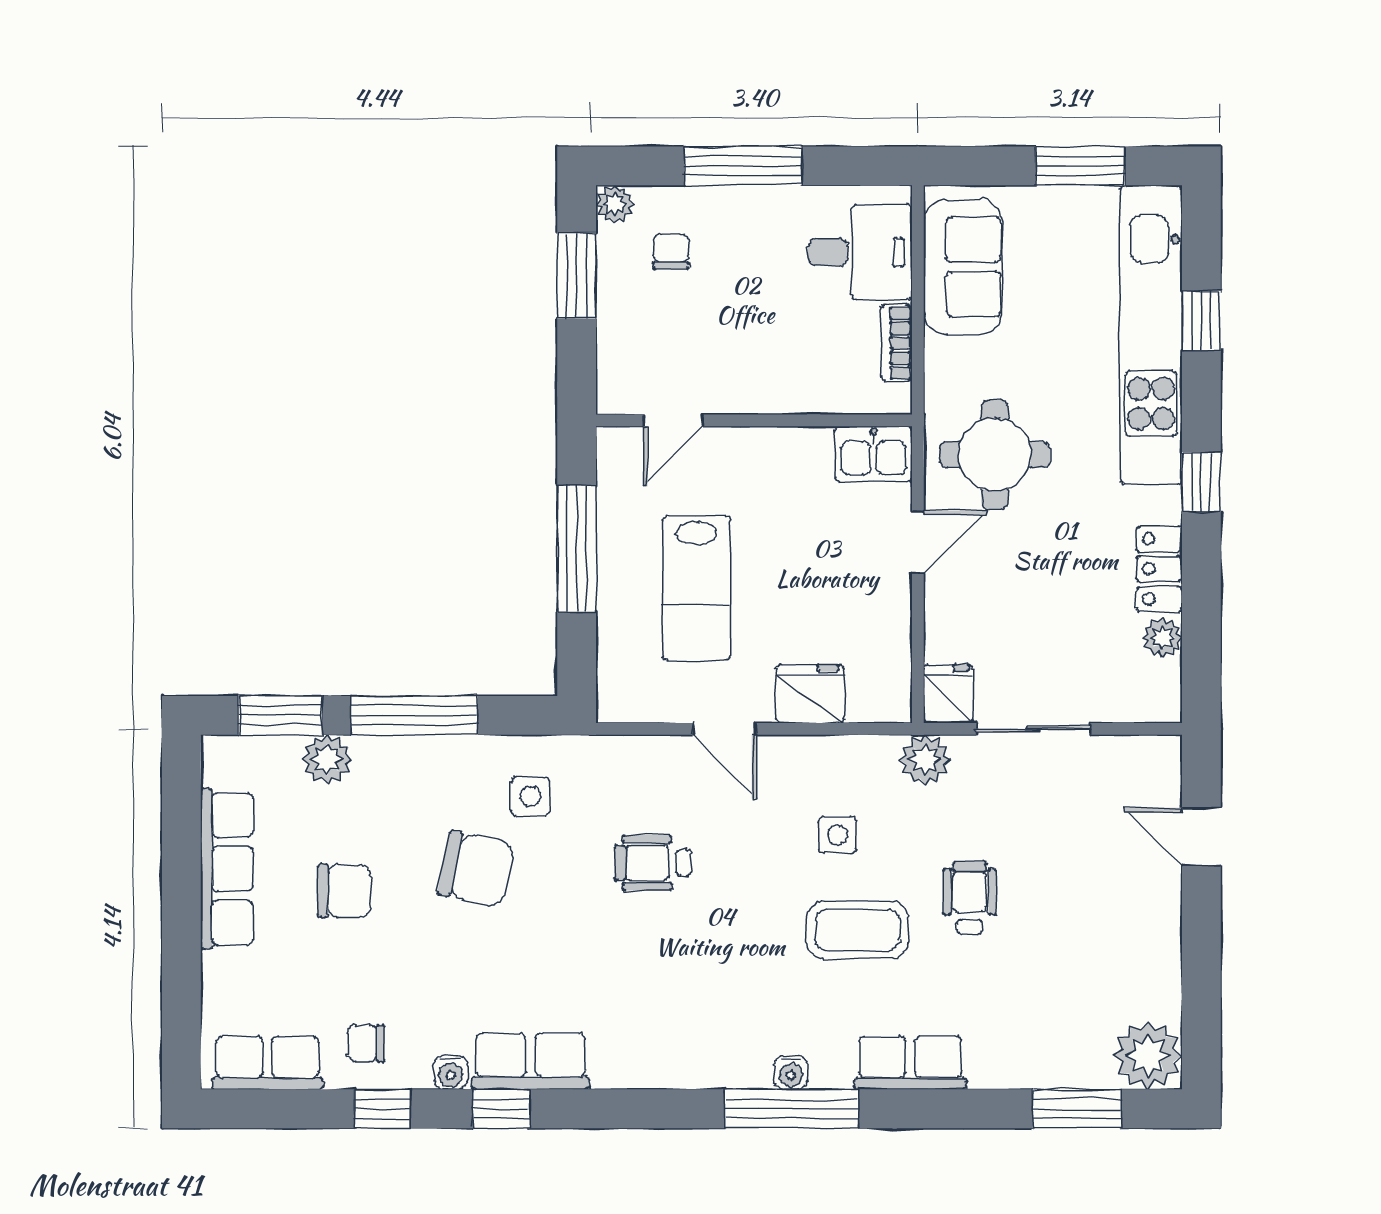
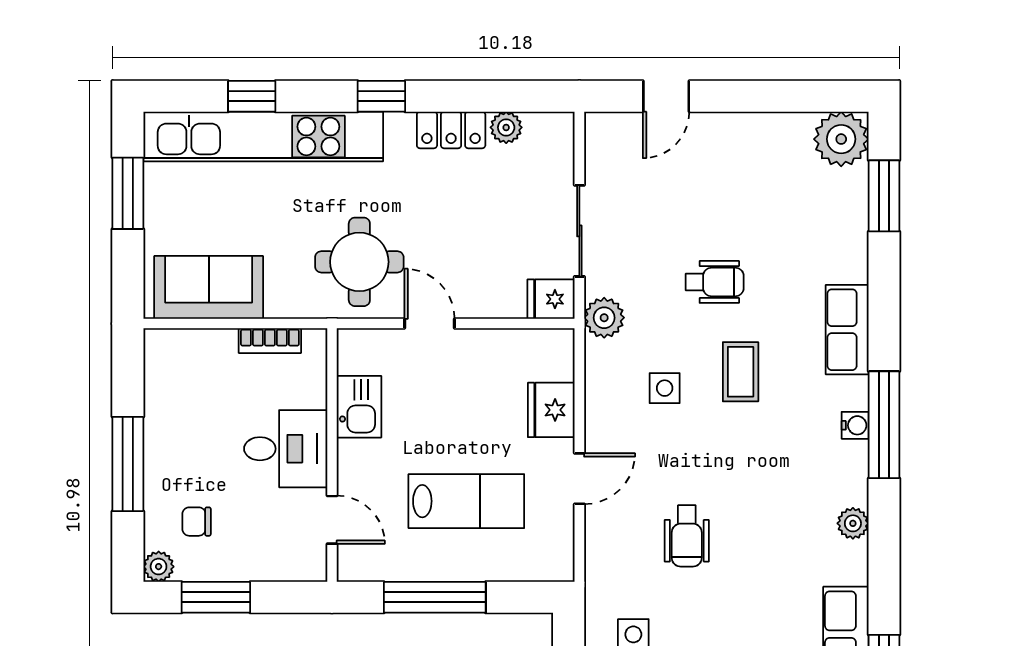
desk: (860, 252) -> (286, 449), moved, turned 90
kitchen sink: (874, 454) -> (359, 407), moved
wheelchair: (970, 898) -> (715, 282), turned 180
coffee table: (858, 930) -> (741, 372), width x0.73, depth x0.77
plant: (669, 1070) -> (853, 523), added

